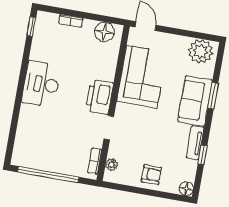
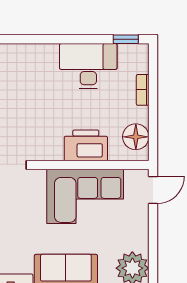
desk: (41, 84) -> (88, 66), moved
printer: (99, 97) -> (86, 145), moved

